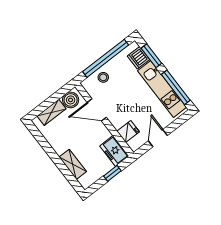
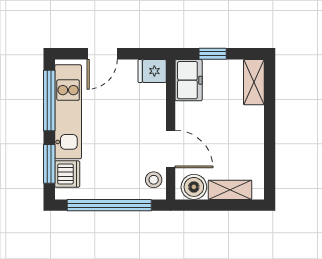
stool: (103, 77) -> (154, 180), moved
fridge: (128, 132) -> (152, 71), moved
door: (158, 138) -> (102, 54), moved
shelving: (73, 164) -> (254, 82), moved

